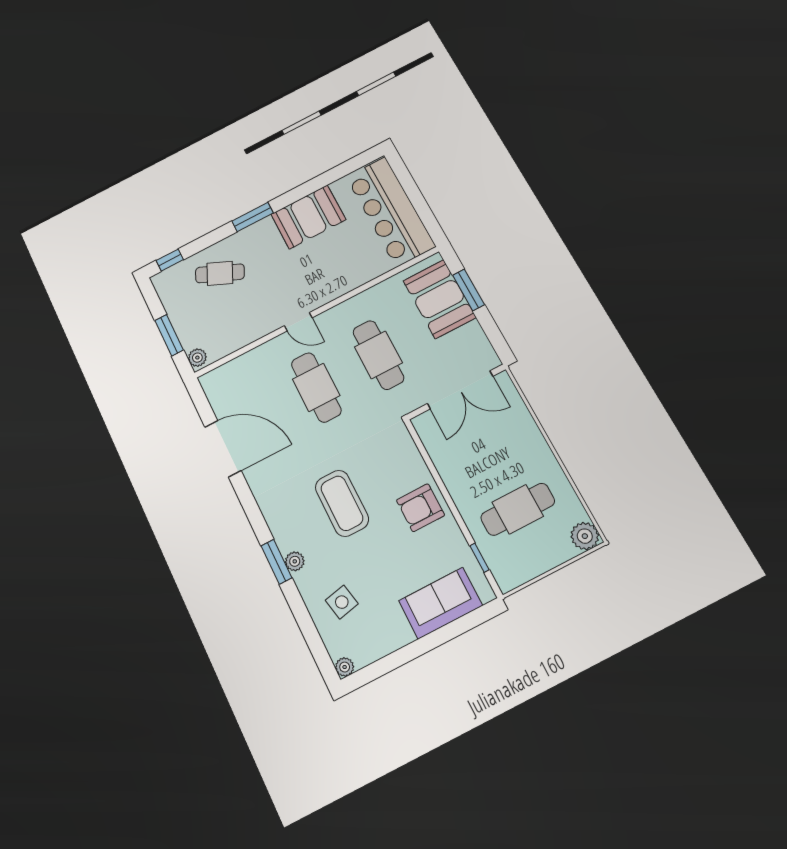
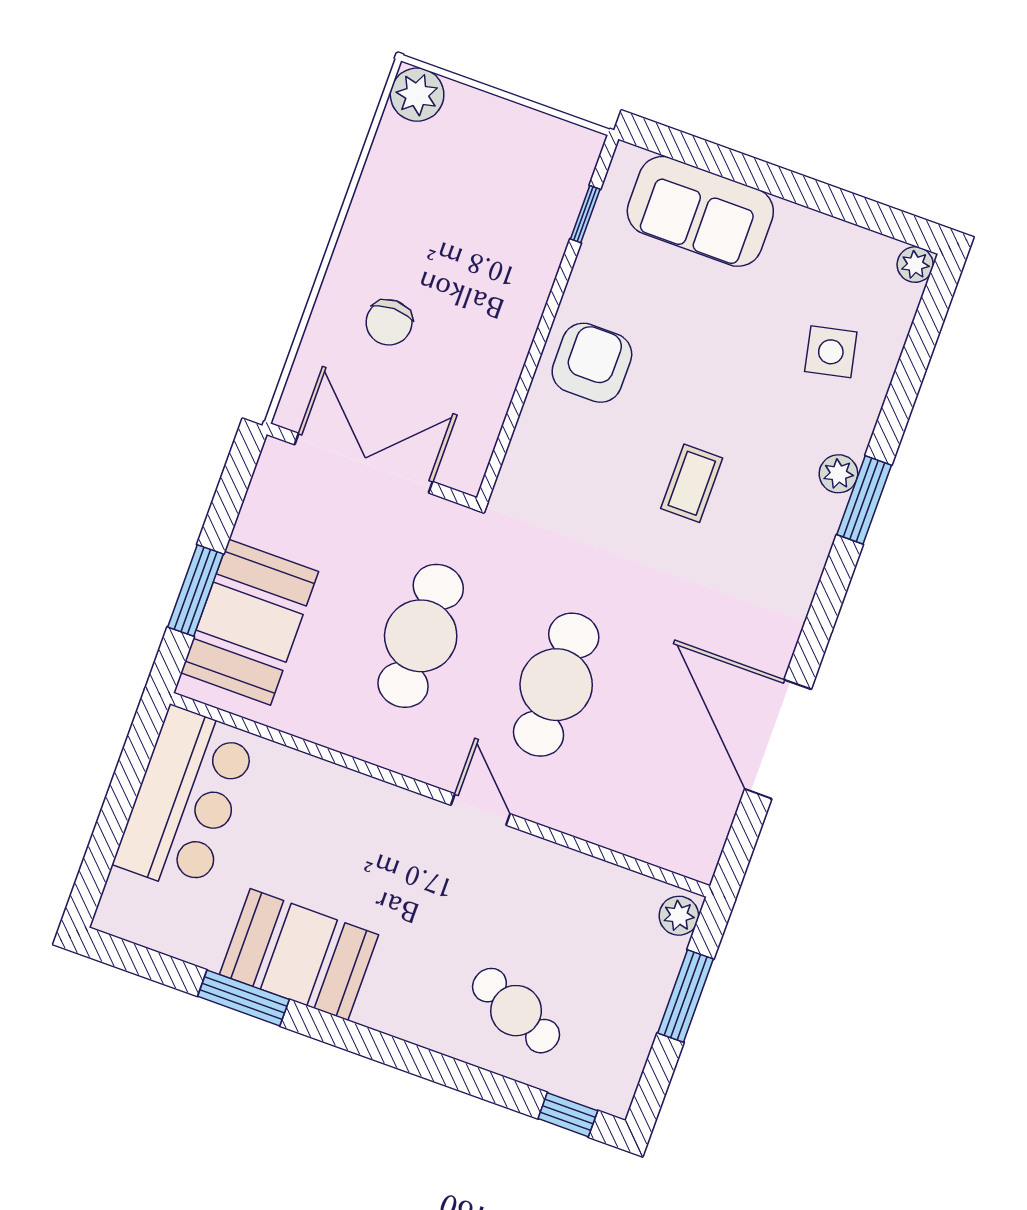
bar counter: (390, 211) -> (185, 800), width x0.73
window: (253, 217) -> (243, 998), moved
chair: (505, 446) -> (389, 322), added
coffee table: (342, 503) -> (692, 483), width x0.54, depth x0.58
armchair: (420, 508) -> (592, 363), turned -90
cafe table: (518, 509) -> (465, 222), removed

